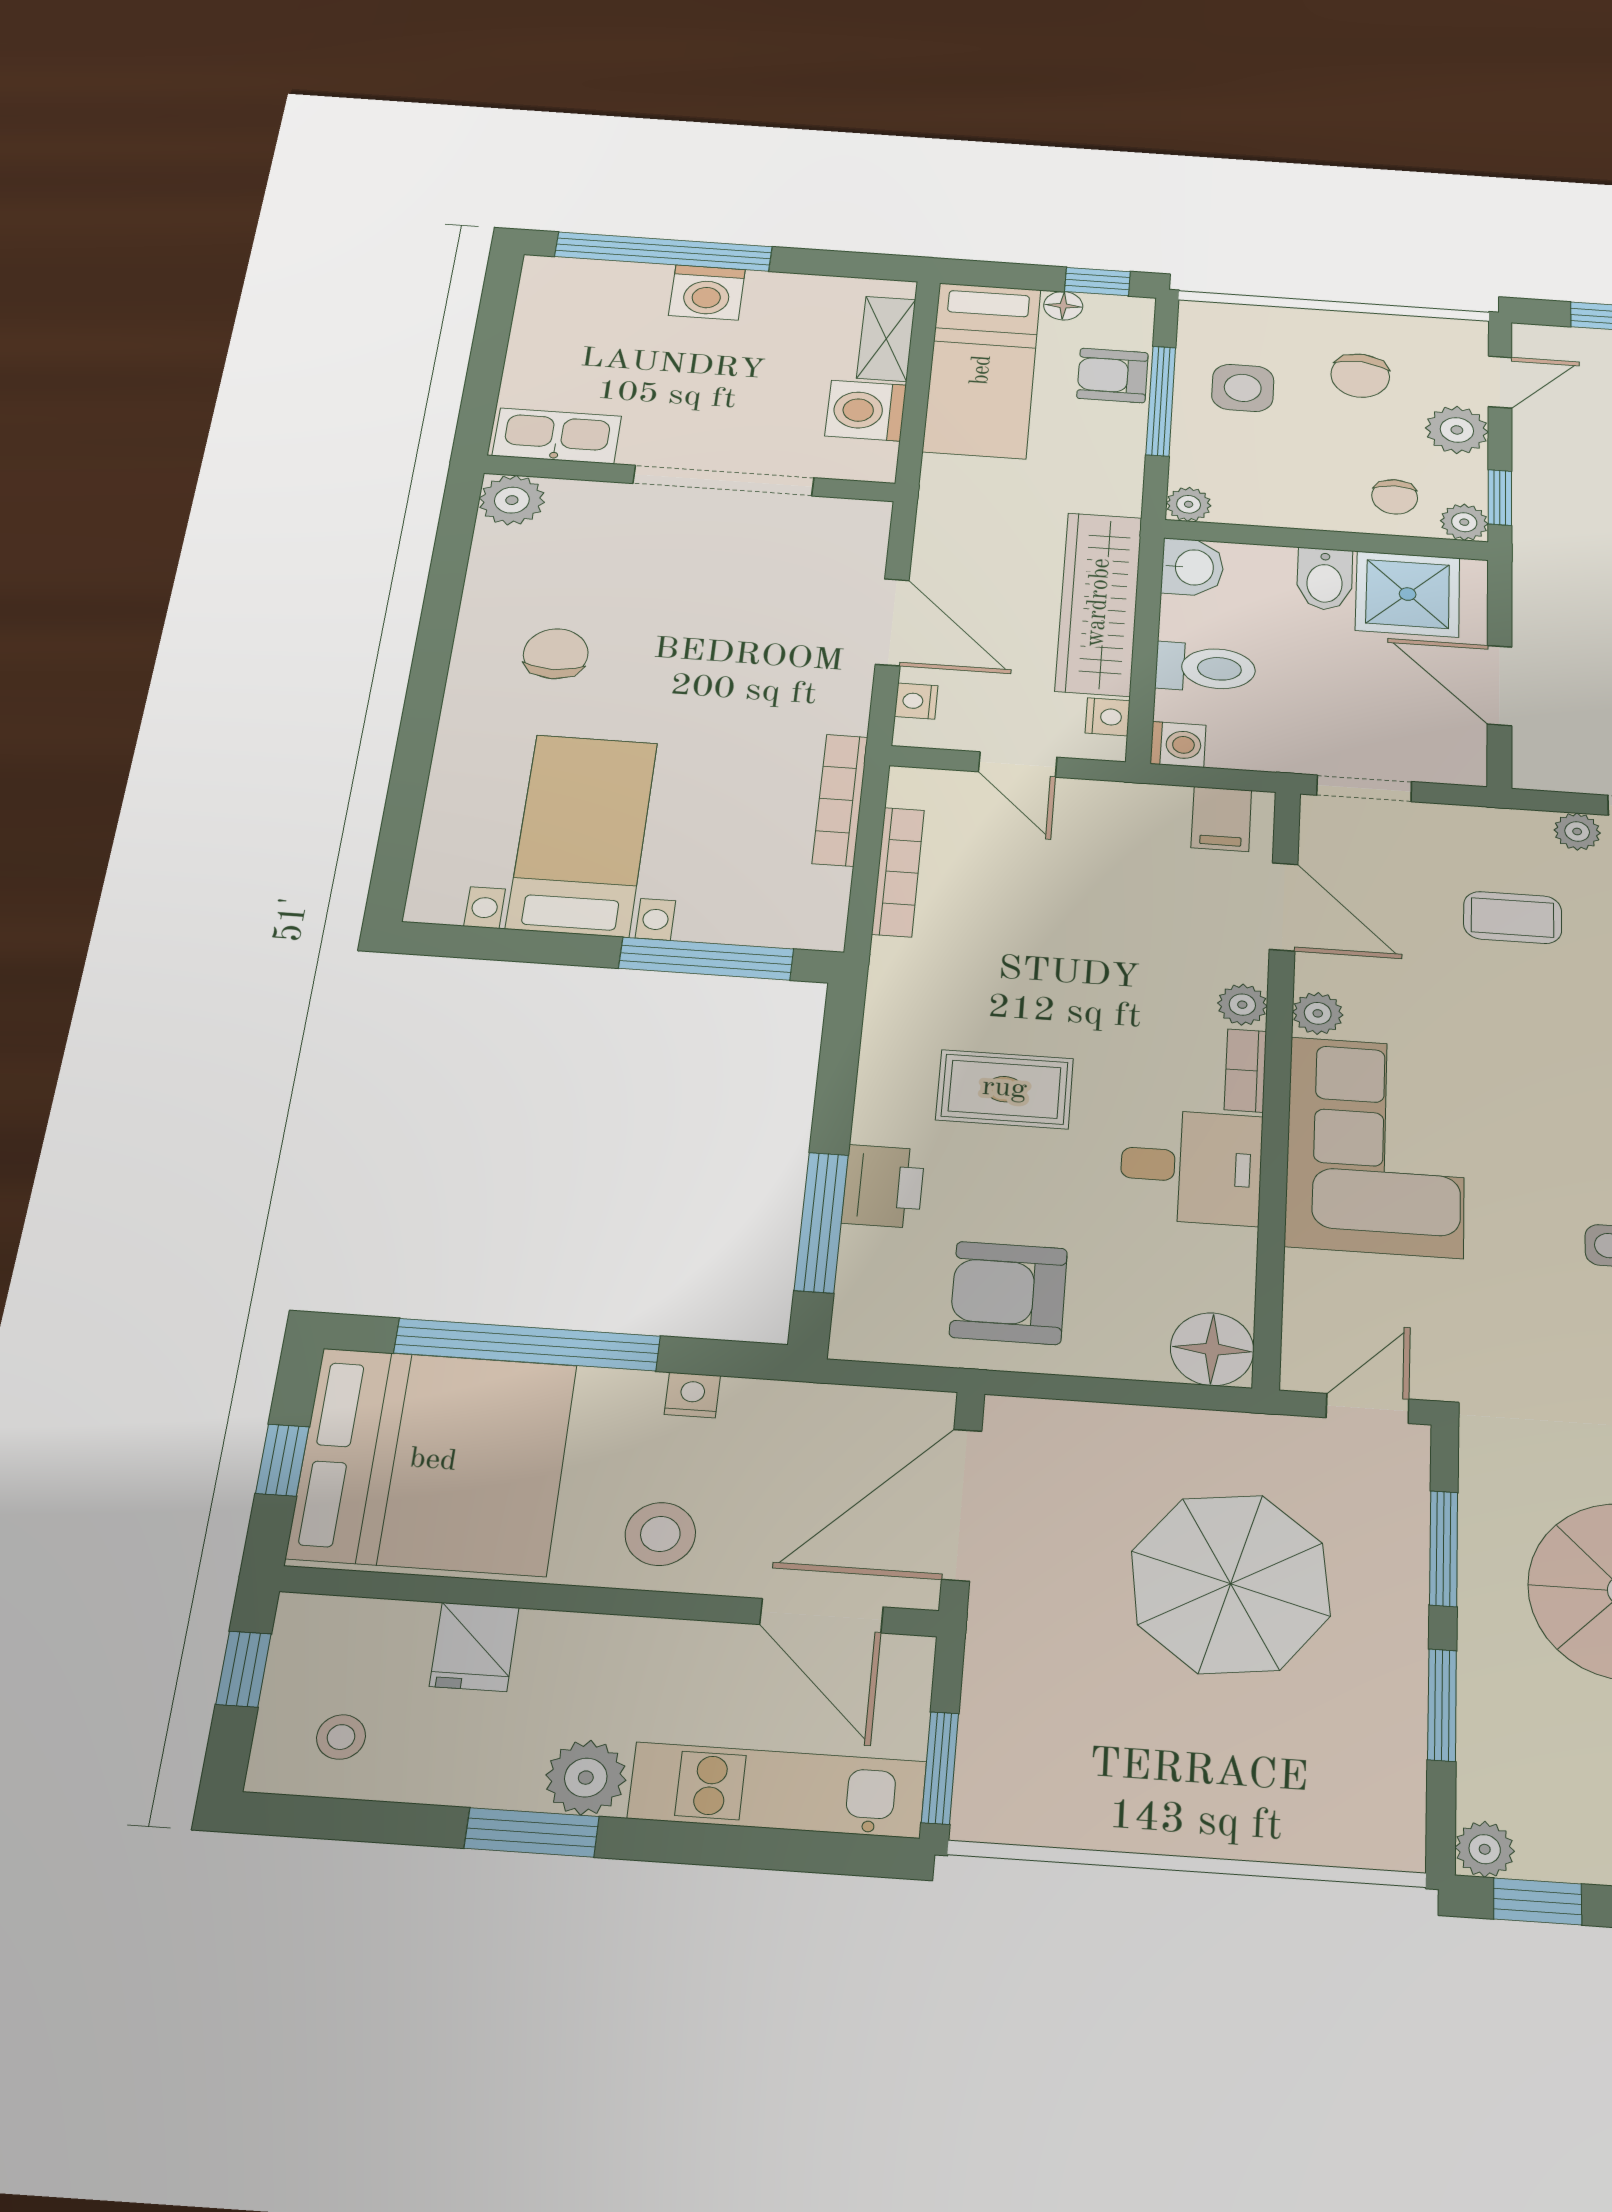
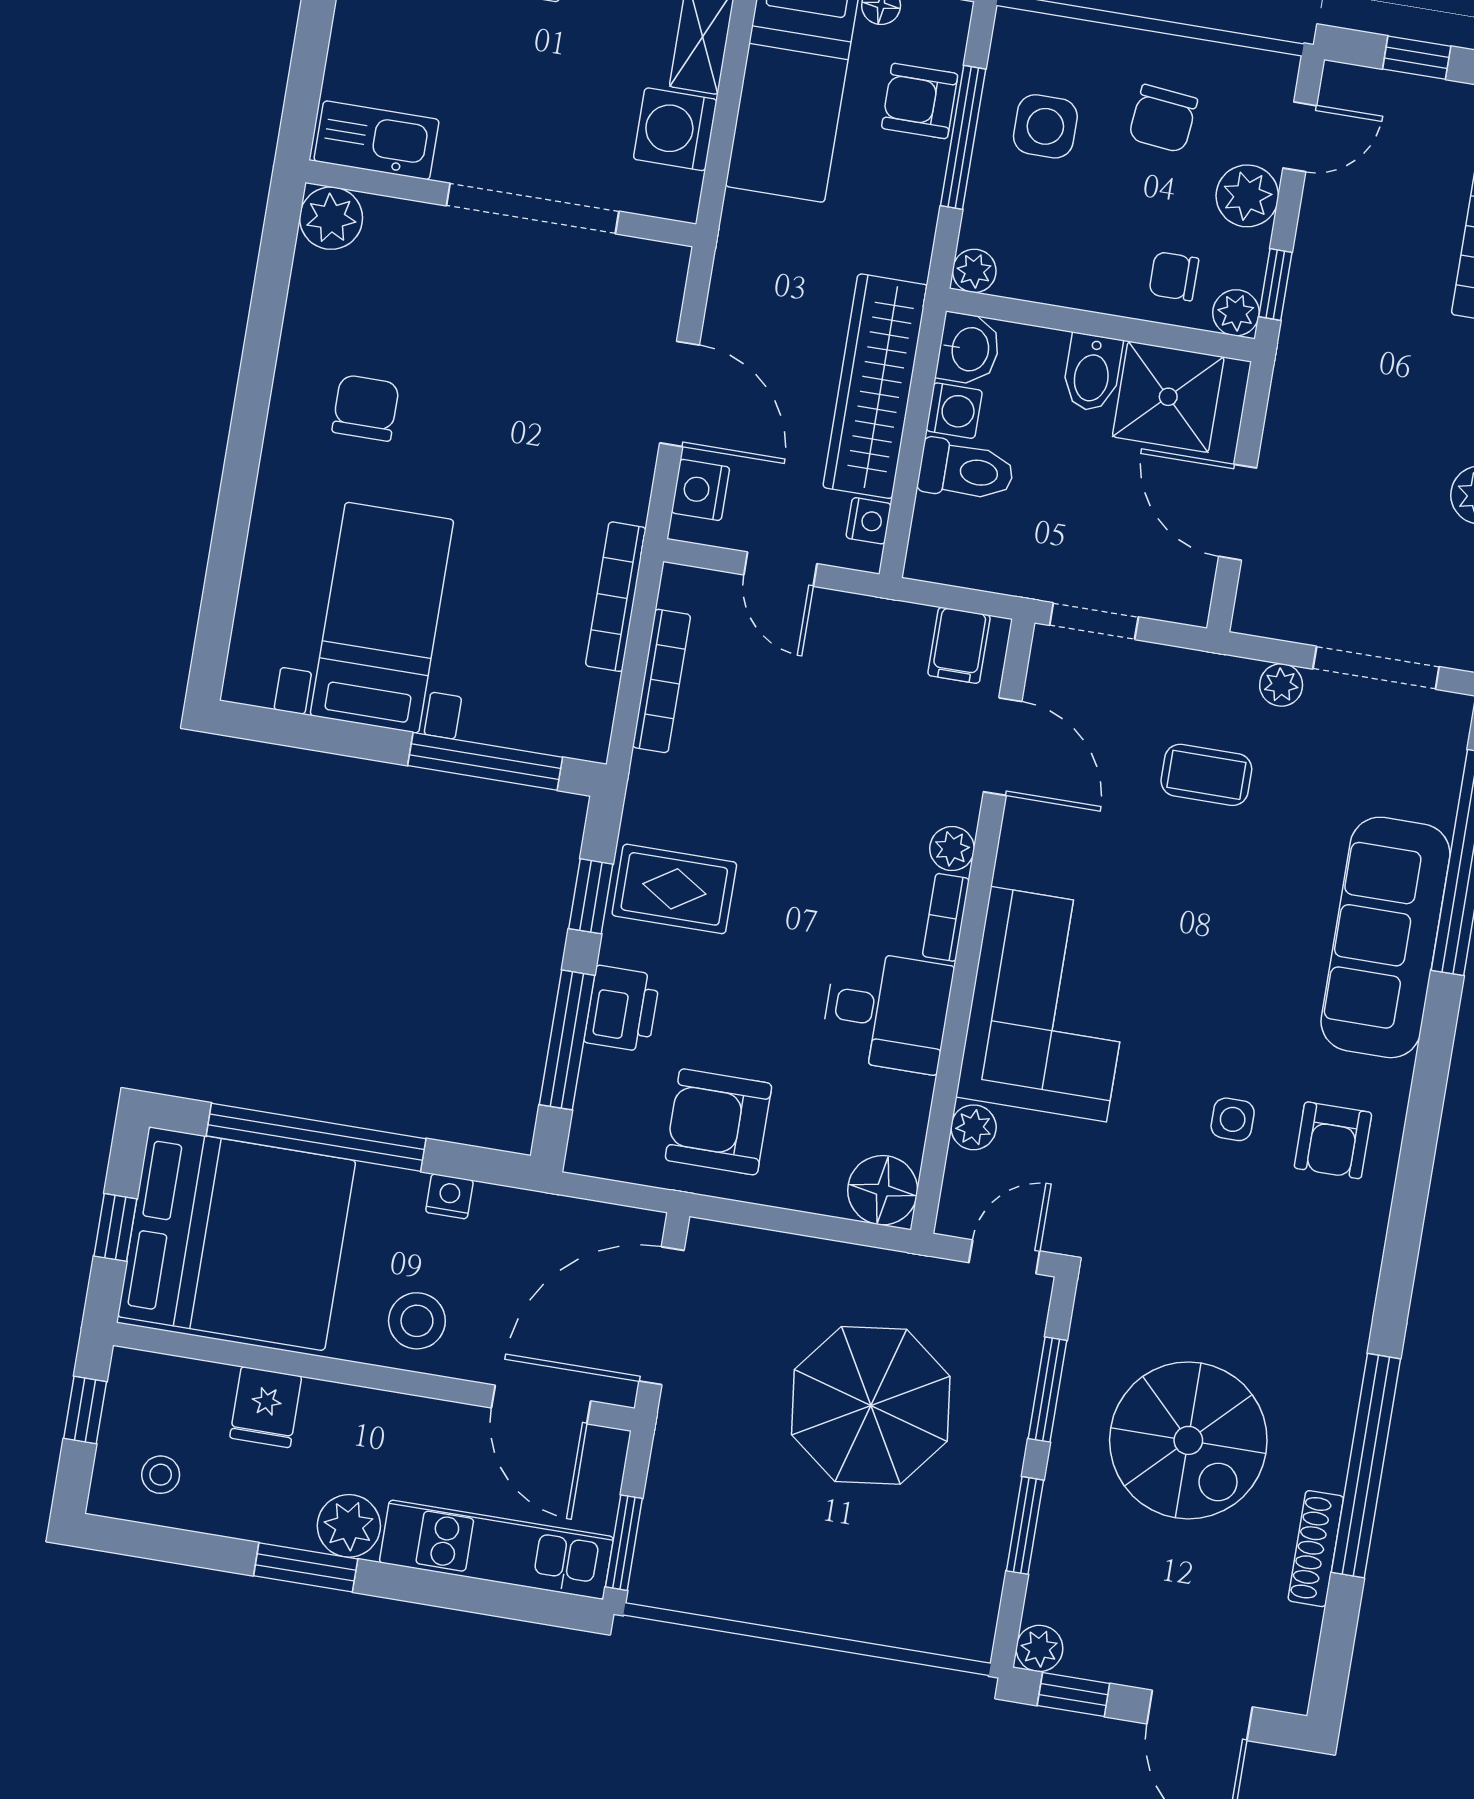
chair: (1395, 497) -> (1174, 276), turned 90
nightstand: (916, 701) -> (701, 490), width x1.39, depth x1.35
washing machine: (1178, 744) -> (954, 411), moved
plant: (1318, 1013) -> (974, 1127), moved
window: (837, 1078) -> (591, 896), added
rug: (1005, 1089) -> (674, 889), moved

